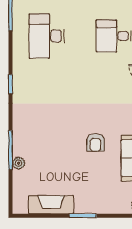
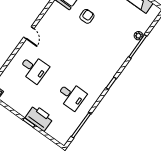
desk: (47, 36) -> (71, 96), width x0.73

